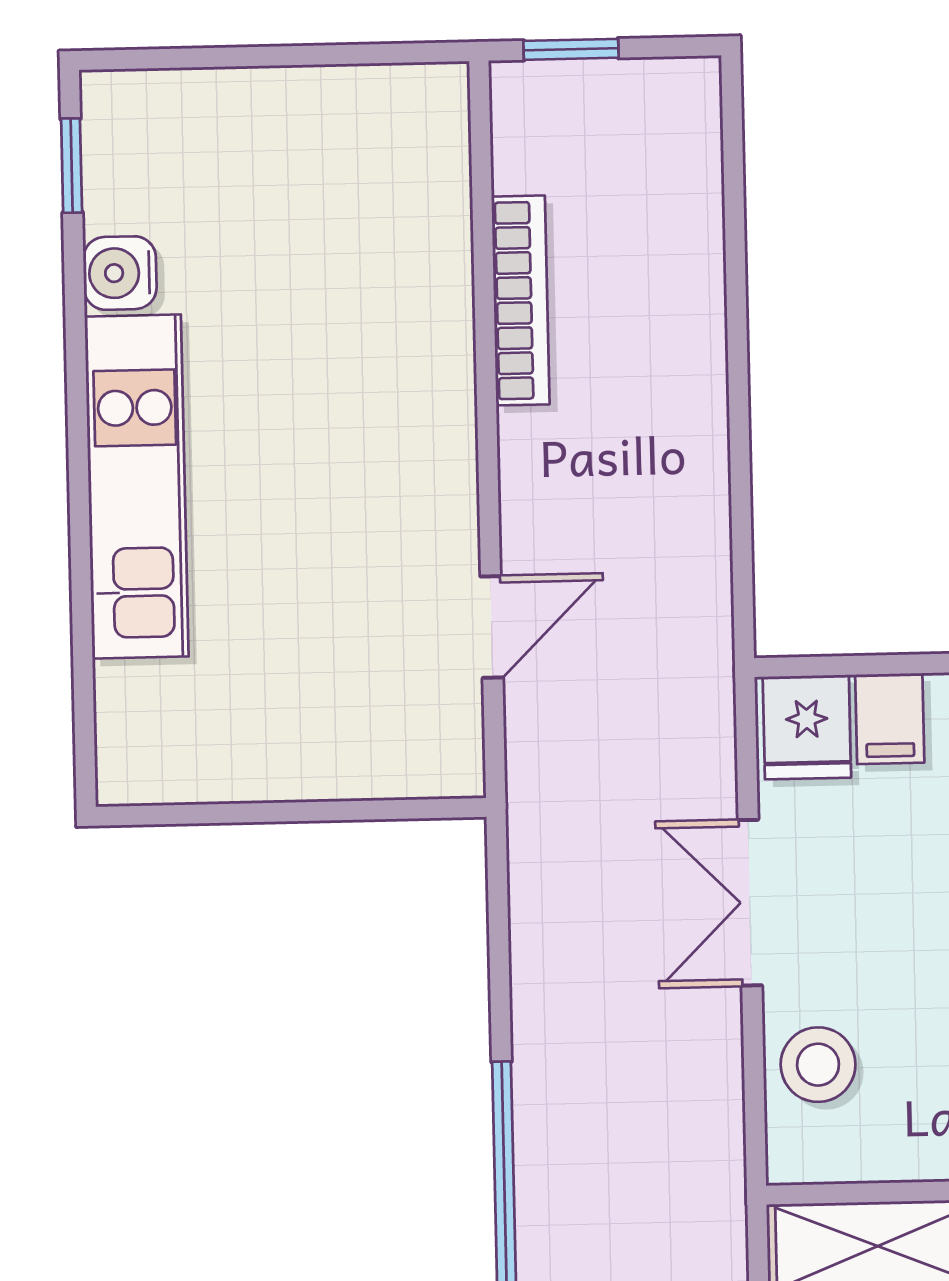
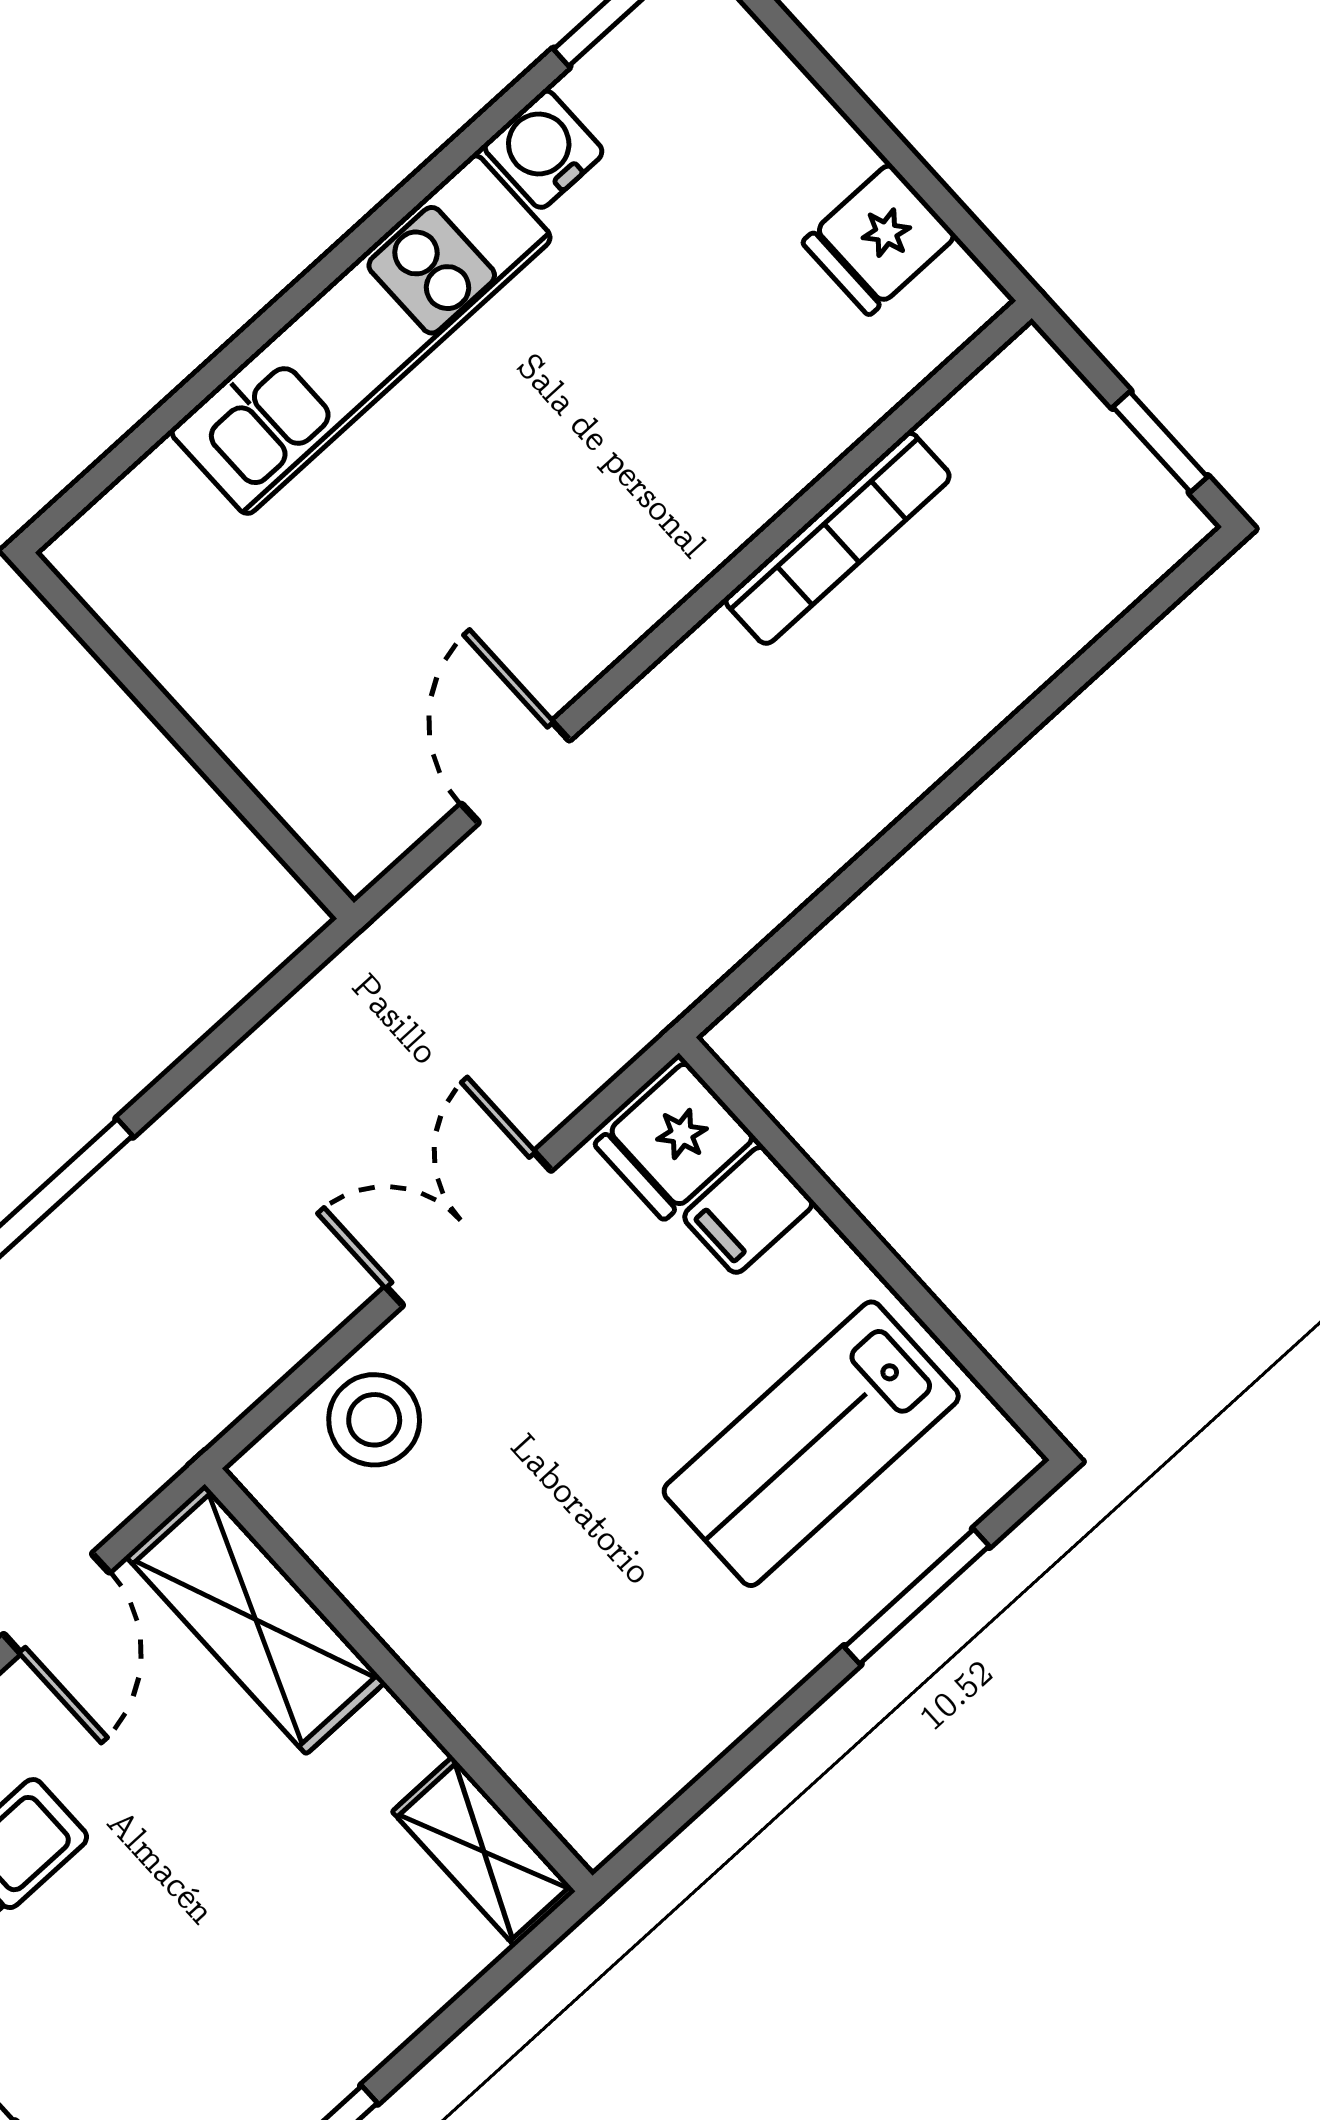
window: (571, 49) -> (1160, 442), moved
fridge: (357, 113) -> (879, 239), added
door: (492, 627) -> (515, 772), swing flipped

